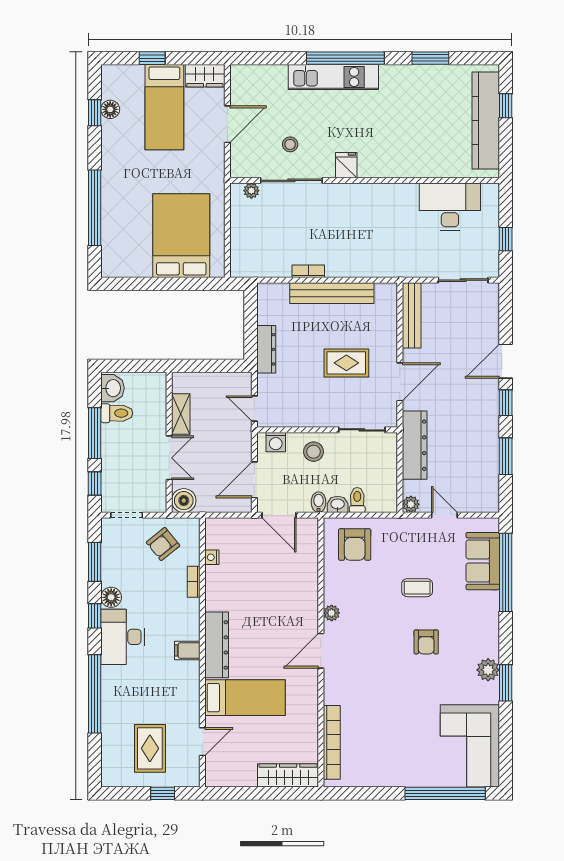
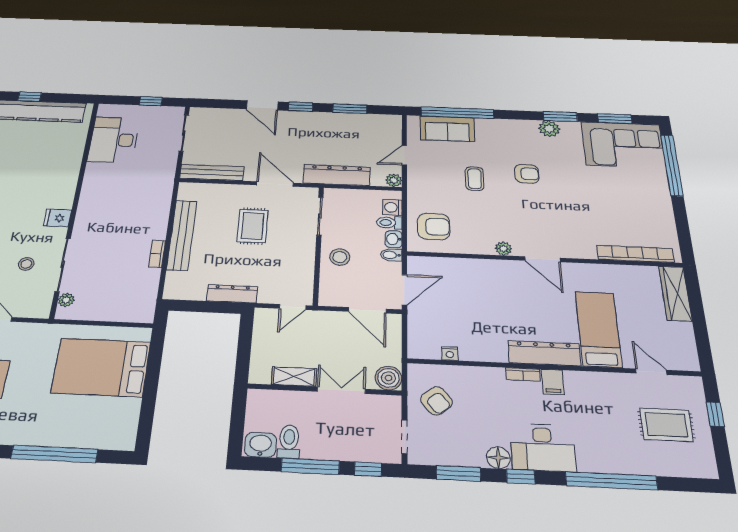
washing machine: (276, 442) -> (392, 207), moved, turned 180
bookcase: (194, 582) -> (523, 374), moved
window: (506, 741) -> (615, 119), added

